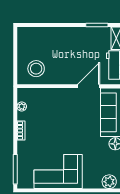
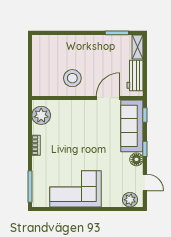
stool: (36, 69) -> (72, 78), moved
plant: (22, 106) -> (41, 115), width x1.88, depth x1.88

